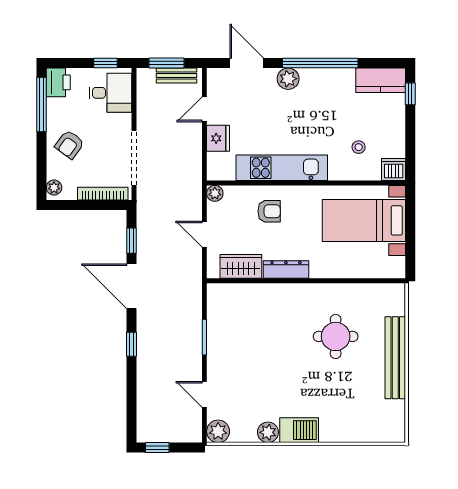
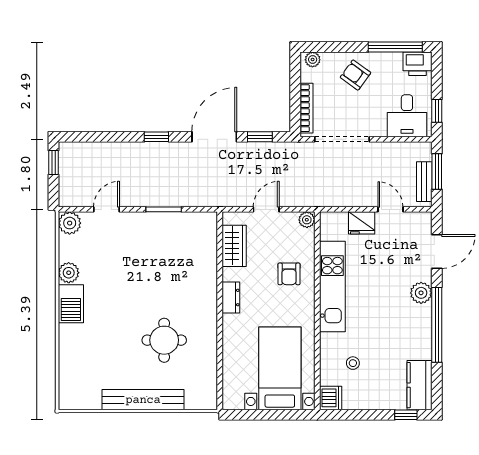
dresser: (286, 270) -> (231, 298), width x0.70

